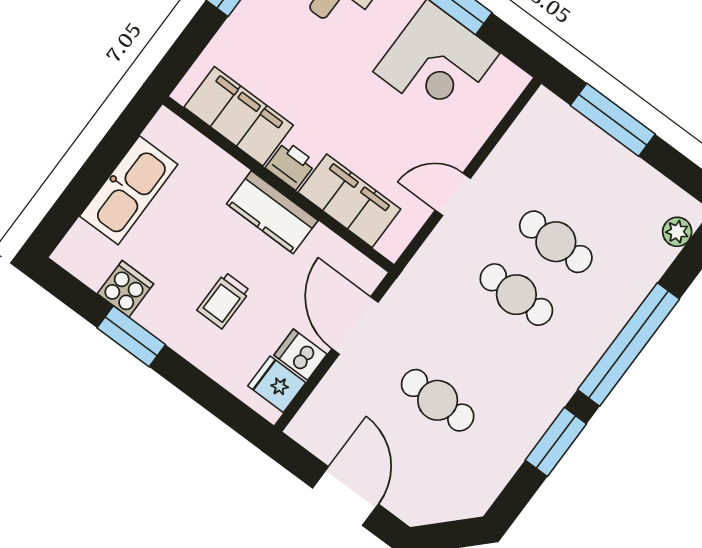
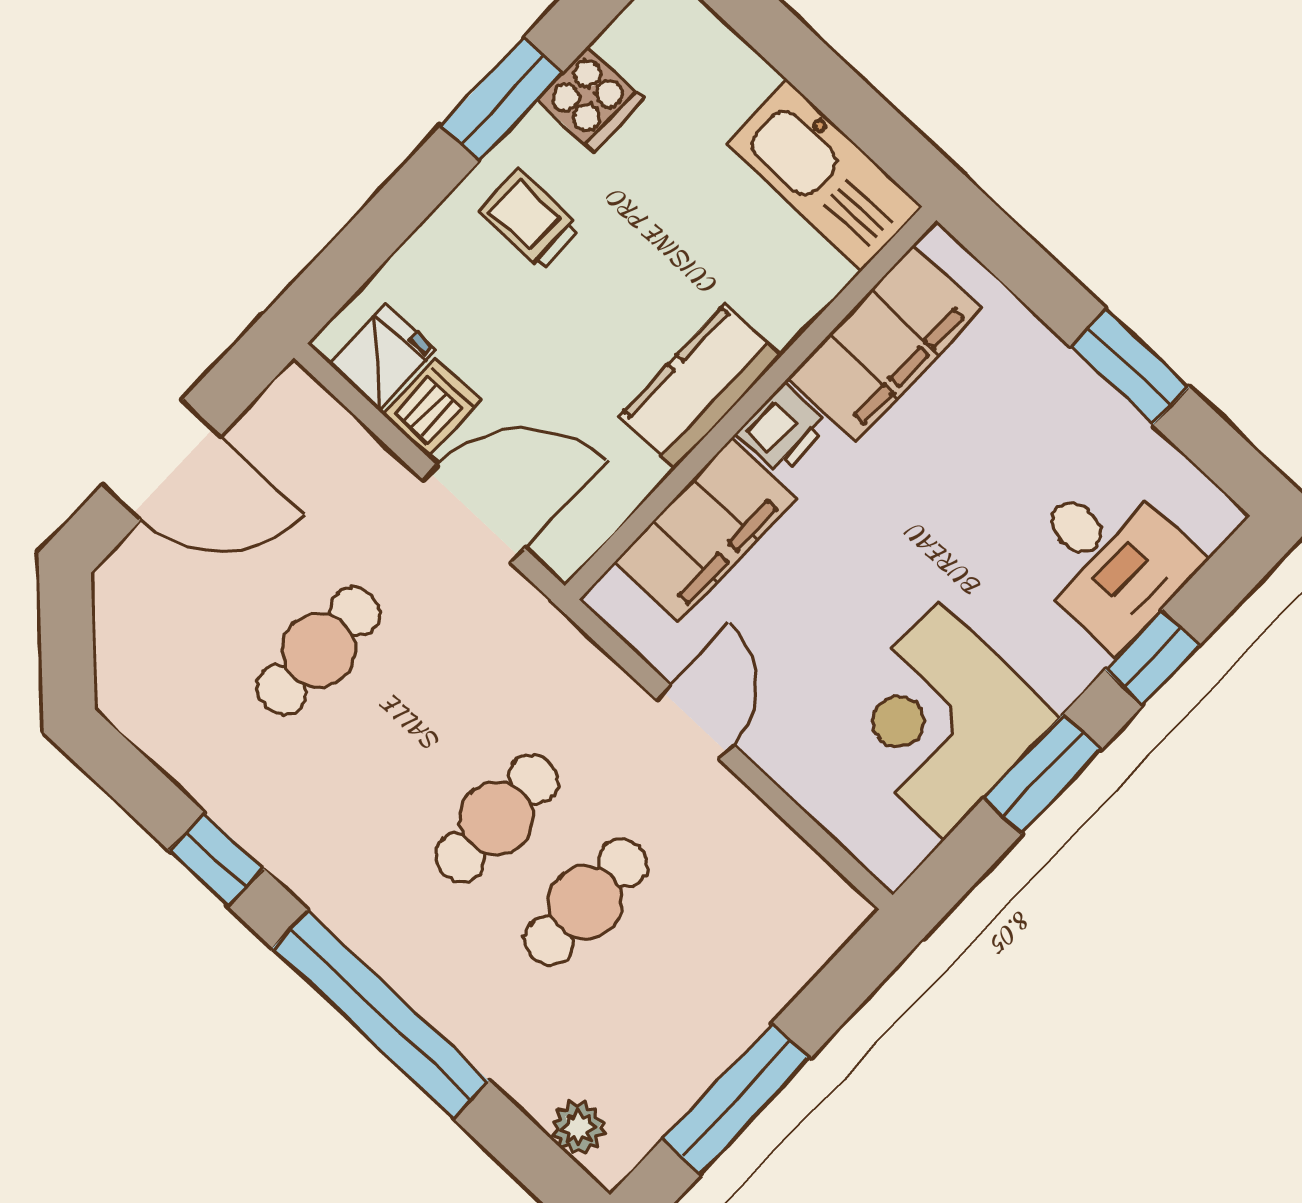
window: (613, 120) -> (736, 1099), moved
kitchen sink: (129, 190) -> (824, 175), moved
trolley: (224, 300) -> (530, 220), moved
window: (556, 442) -> (216, 860), width x0.67

